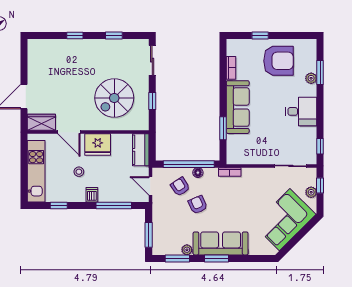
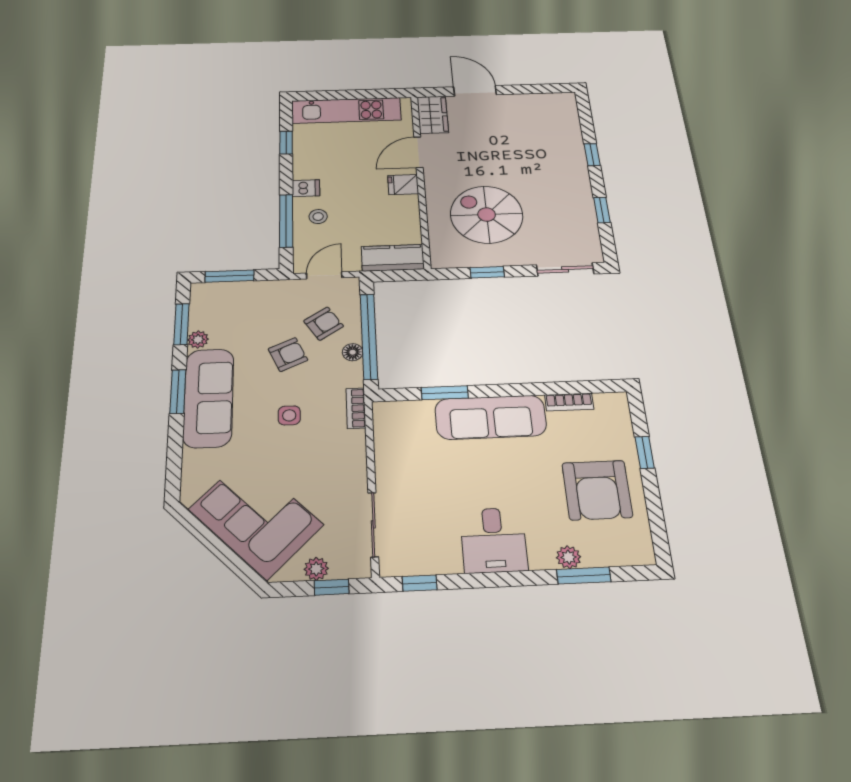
fridge: (98, 145) -> (403, 185), width x0.53, depth x0.75
stool: (79, 172) -> (318, 217), moved
side table: (232, 204) -> (289, 415), added

